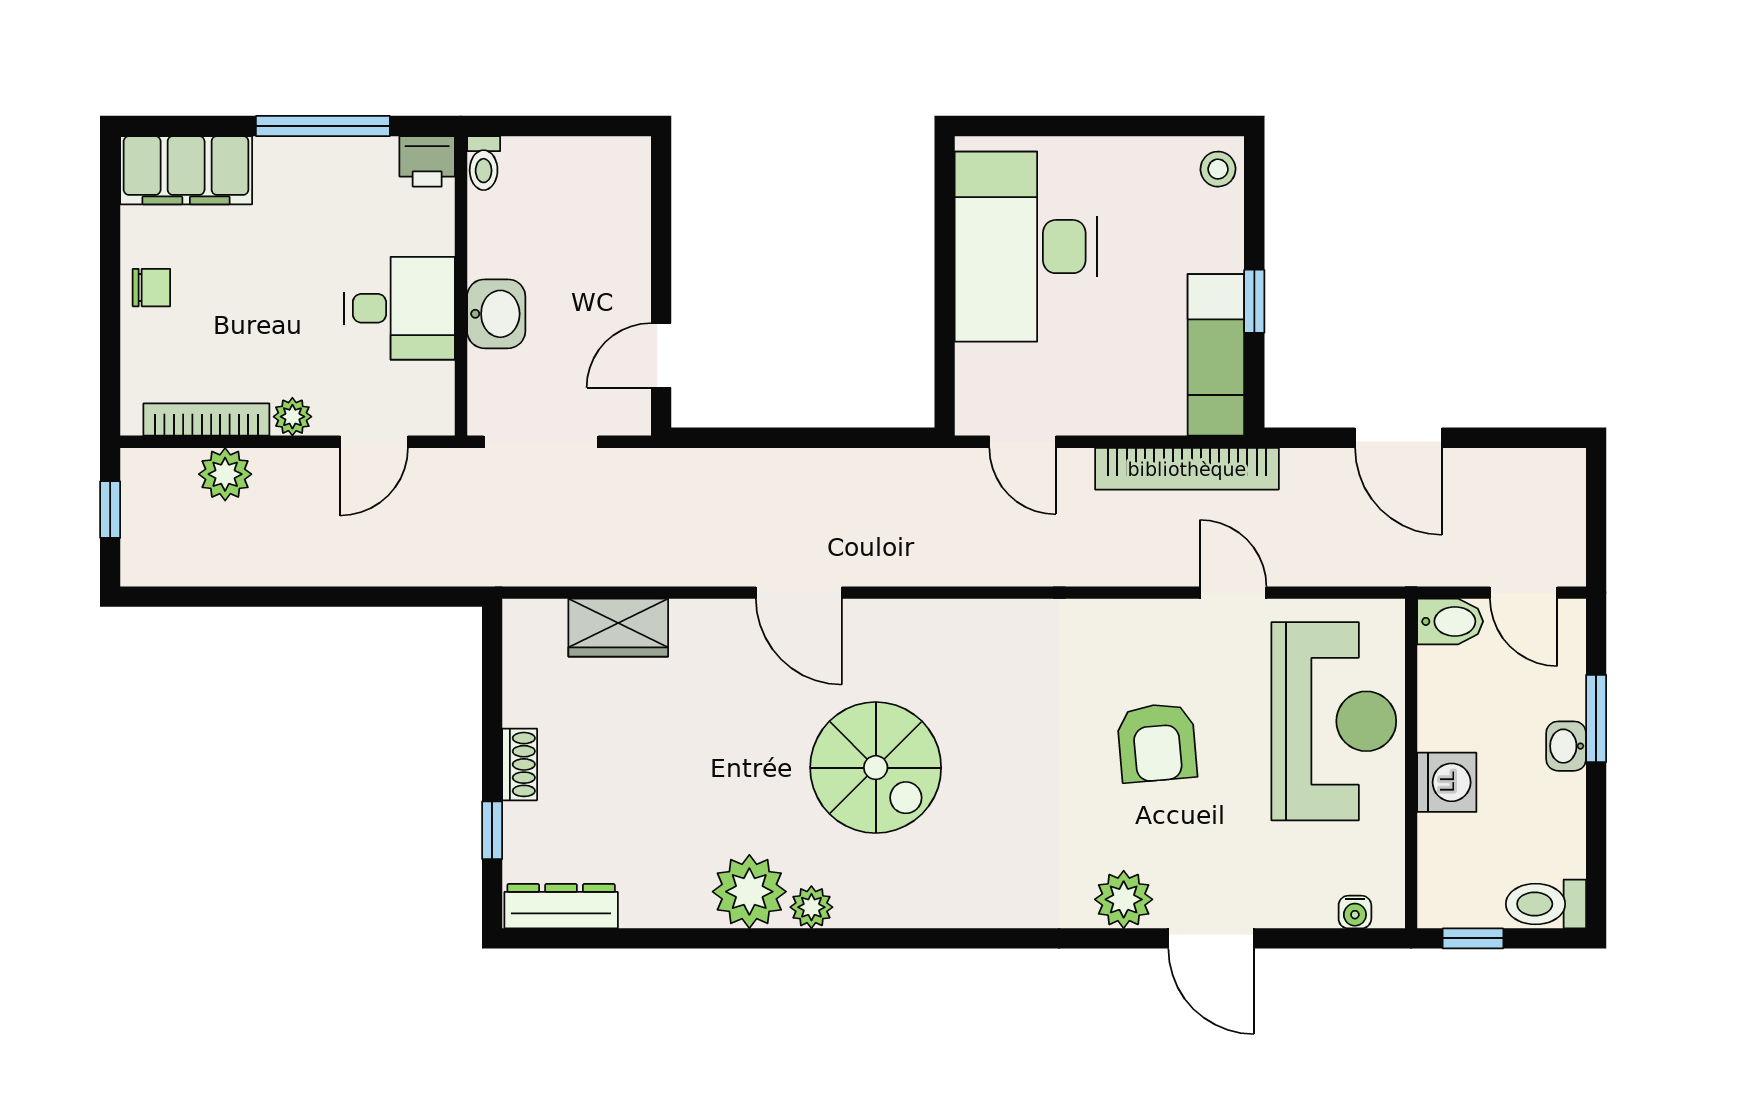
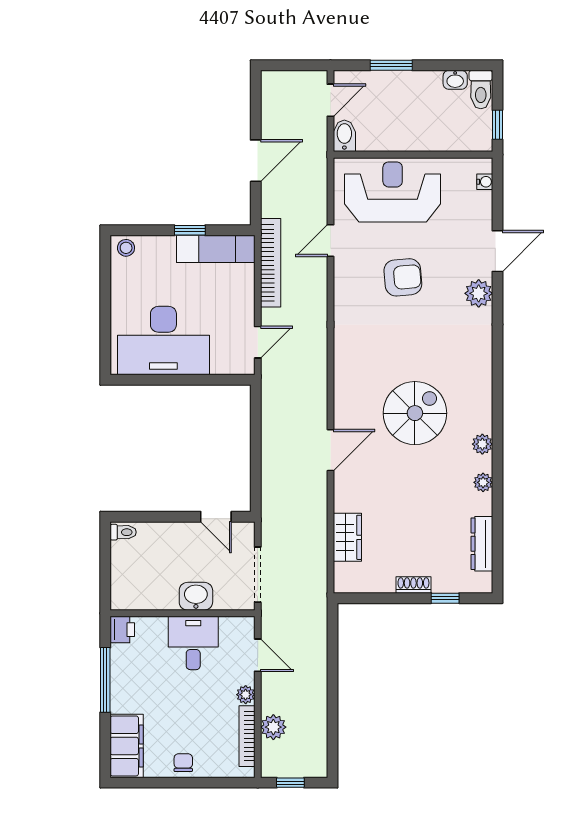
toilet: (484, 163) -> (123, 532), moved
washbasin: (1566, 746) -> (455, 80), moved
washing machine: (1447, 782) -> (422, 137), removed
plant: (749, 892) -> (483, 482), width x0.53, depth x0.53
dresser: (561, 906) -> (482, 544), moved

